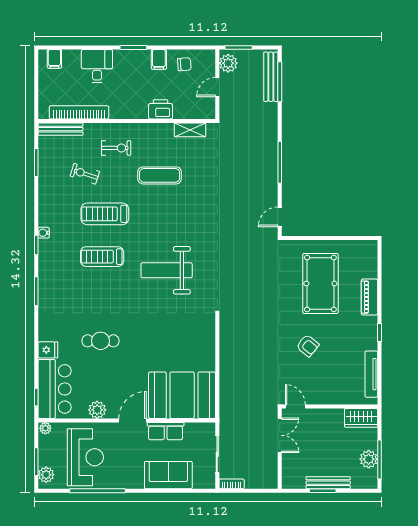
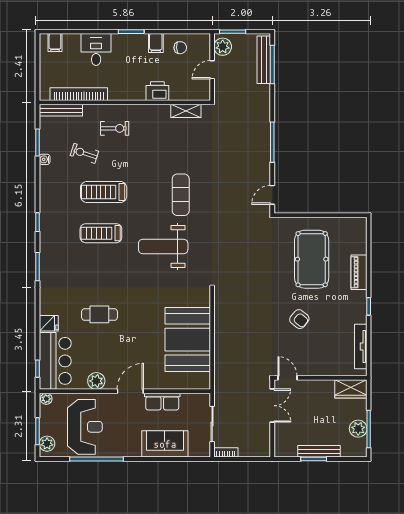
exercise mat: (160, 175) -> (181, 195), moved, turned 90
water cooler: (44, 233) -> (45, 159), moved
booth: (182, 395) -> (188, 340), moved, turned 90

